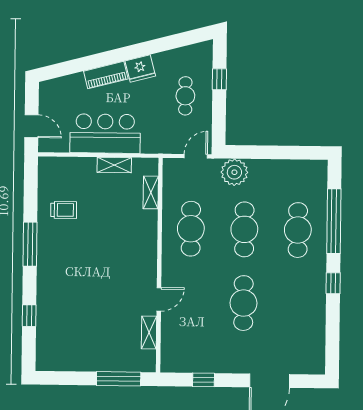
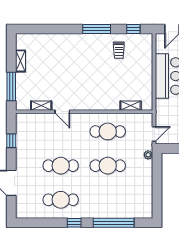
door: (196, 156) -> (154, 134), hinge flipped
shelving: (114, 165) -> (21, 61), moved
plant: (234, 172) -> (148, 155), width x0.53, depth x0.53
cafe table: (298, 230) -> (61, 200), moved
window: (29, 316) -> (133, 29), moved

